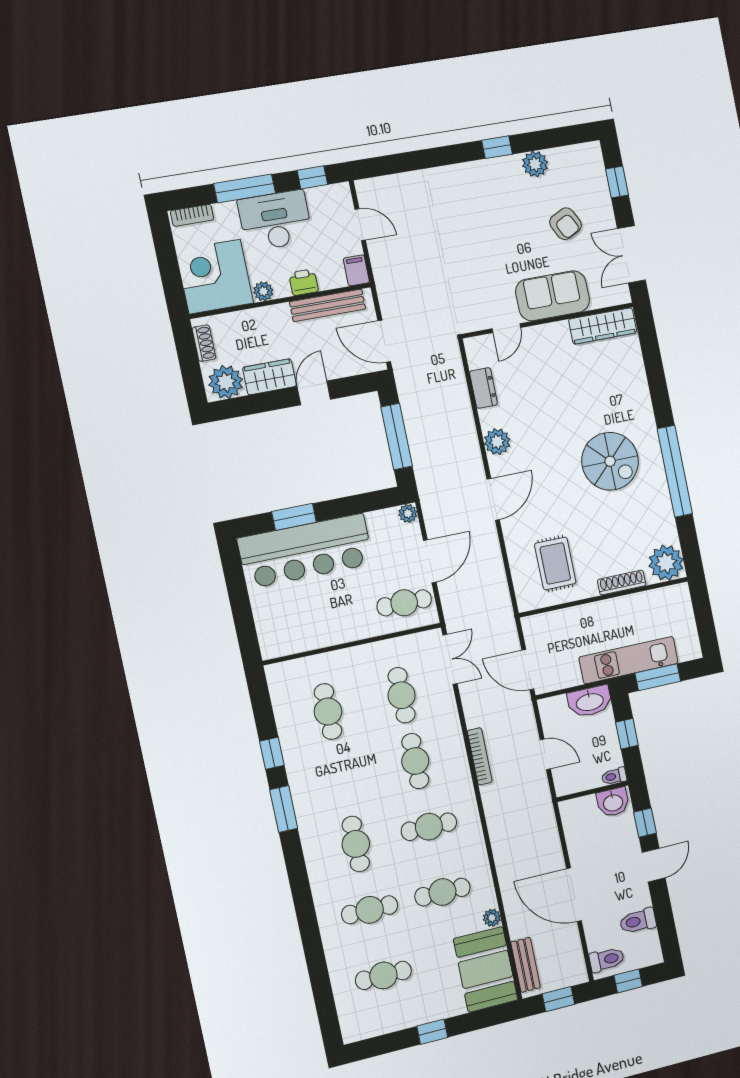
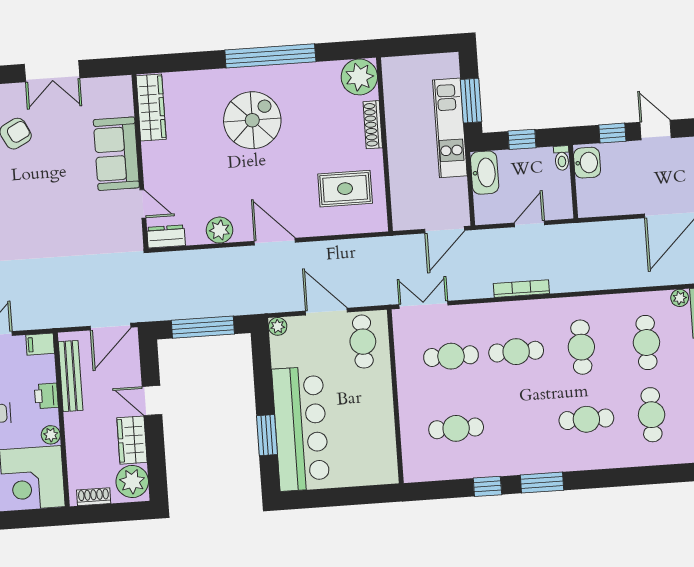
sofa: (553, 296) -> (116, 154), moved
wall: (548, 320) -> (140, 161), moved
wardrobe: (603, 326) -> (151, 107), moved
door: (506, 328) -> (143, 204), moved

